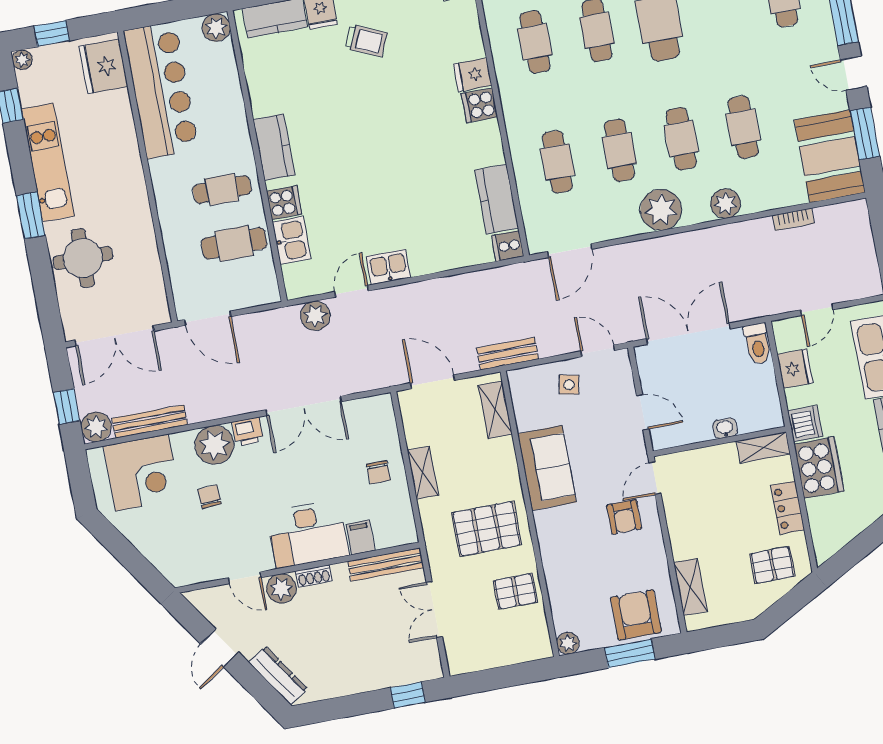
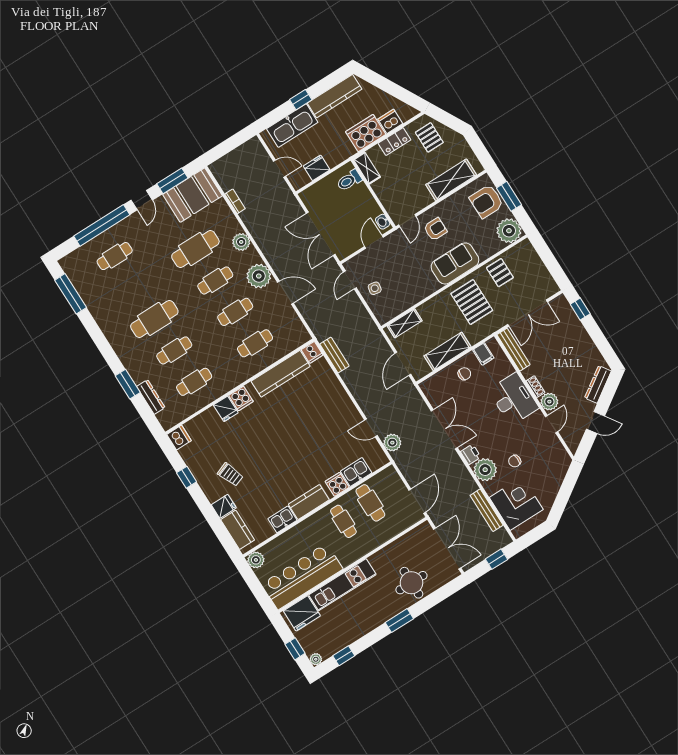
trolley: (366, 41) -> (230, 475), turned 135
cafe table: (743, 127) -> (195, 249), width x1.37, depth x1.35
kitchen unit: (48, 162) -> (342, 585), moved, turned 180
kitchen counter: (496, 199) -> (281, 374), width x1.50
door: (570, 250) -> (285, 293), moved
kitchen sink: (388, 267) -> (282, 519), moved, turned 90
toilet: (757, 344) -> (349, 180), moved, turned 180
bench: (508, 354) -> (334, 355), moved
dishwasher: (805, 424) -> (390, 121), moved
plant: (96, 427) -> (501, 539), removed
washbasin: (725, 428) -> (383, 222), moved
sofa: (547, 468) -> (455, 263), moved
shelving: (423, 473) -> (448, 351), width x1.50, depth x1.33
door: (655, 478) -> (407, 221), hinge flipped
filing cabinet: (360, 537) -> (483, 354), moved, turned -90
shelving: (690, 587) -> (451, 180), width x1.50, depth x1.33
double door: (434, 609) -> (527, 313), width x1.37
plant: (568, 643) -> (509, 231), width x1.88, depth x1.88

